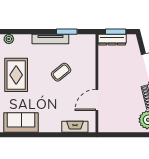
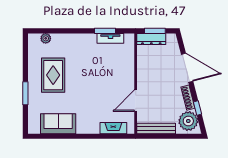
tv unit: (50, 39) -> (110, 38), moved, width x0.71
coffee table: (61, 72) -> (99, 72), removed
bench: (117, 127) -> (156, 128), added

